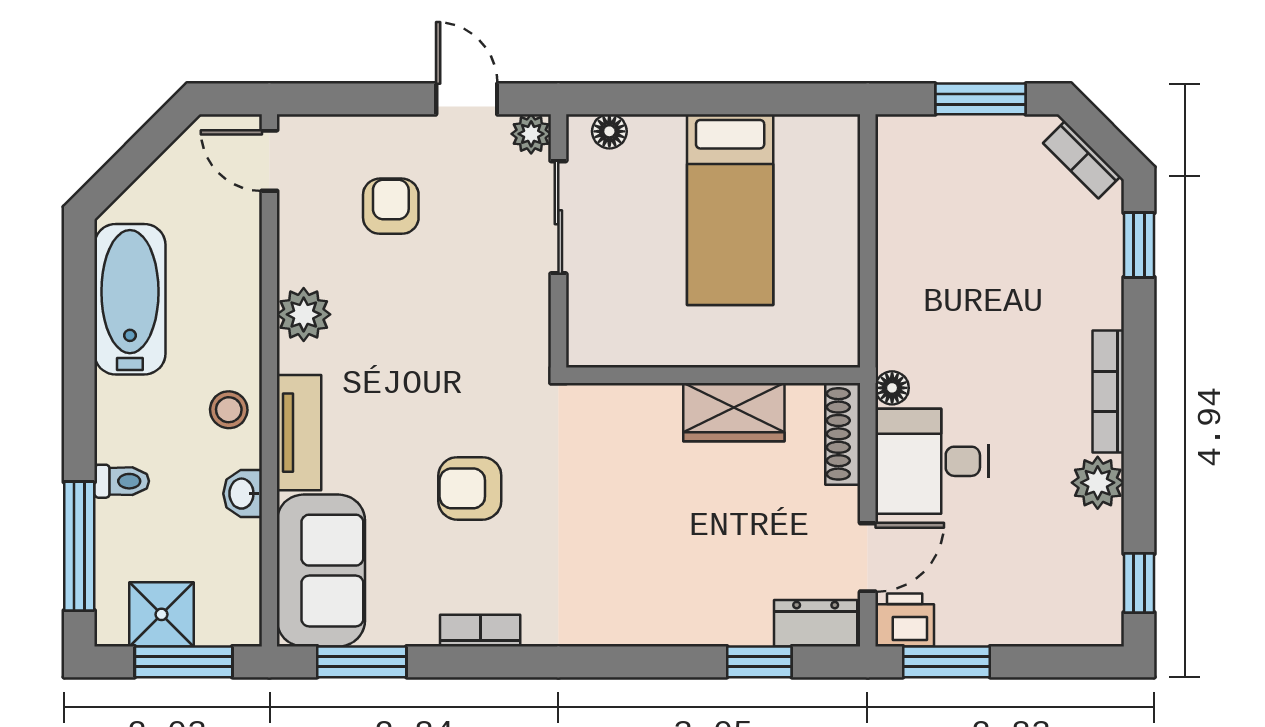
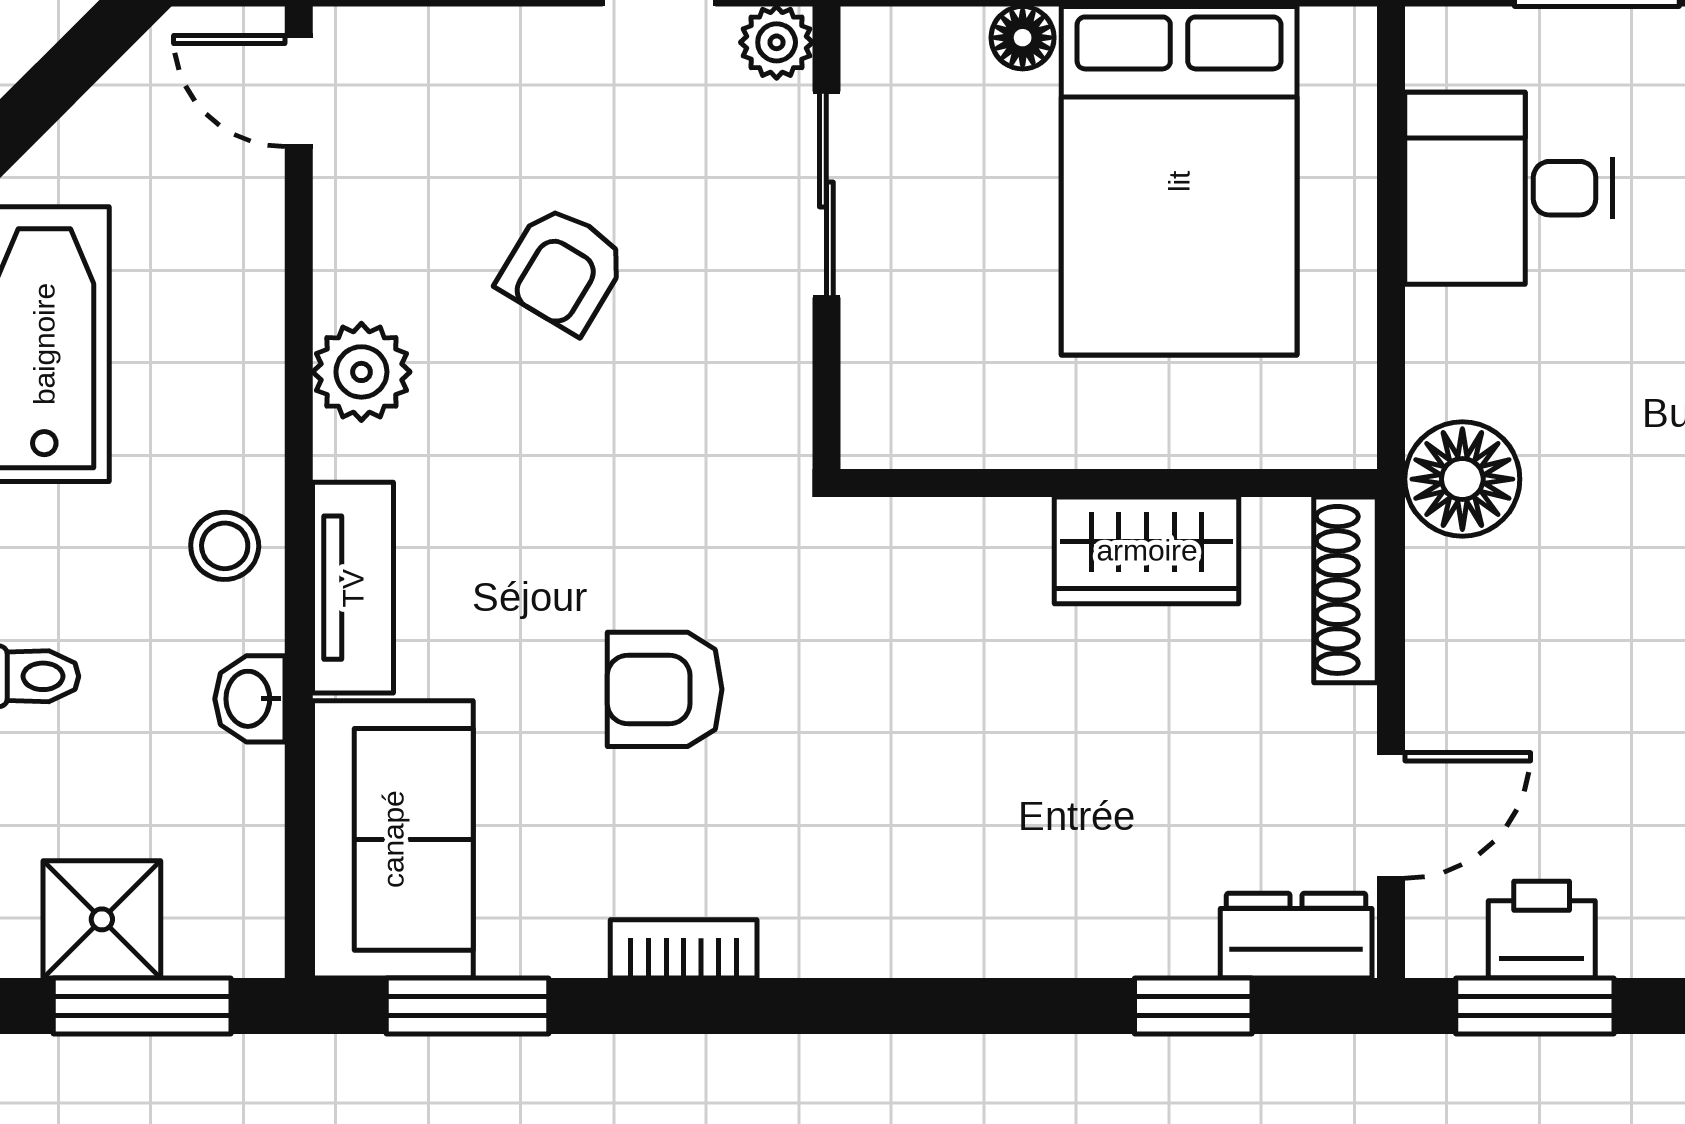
floor lamp: (609, 131) -> (1023, 38), moved
armchair: (391, 206) -> (563, 269), moved, turned -149
bed: (730, 210) -> (1179, 181), width x1.50
floor lamp: (892, 388) -> (1462, 479), width x1.89, depth x1.89
desk: (932, 461) -> (1509, 188), moved
printer: (905, 620) -> (1542, 930), moved

